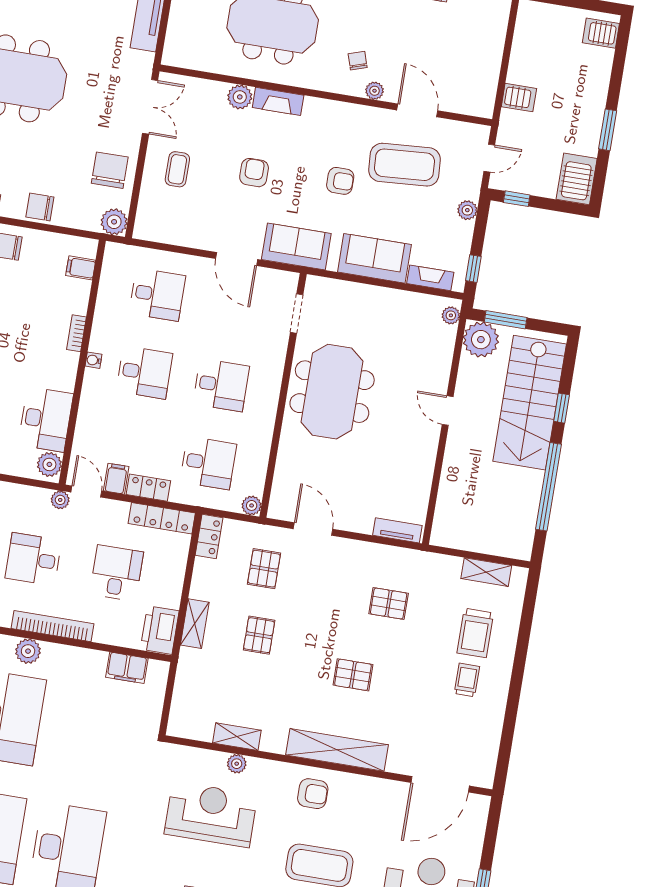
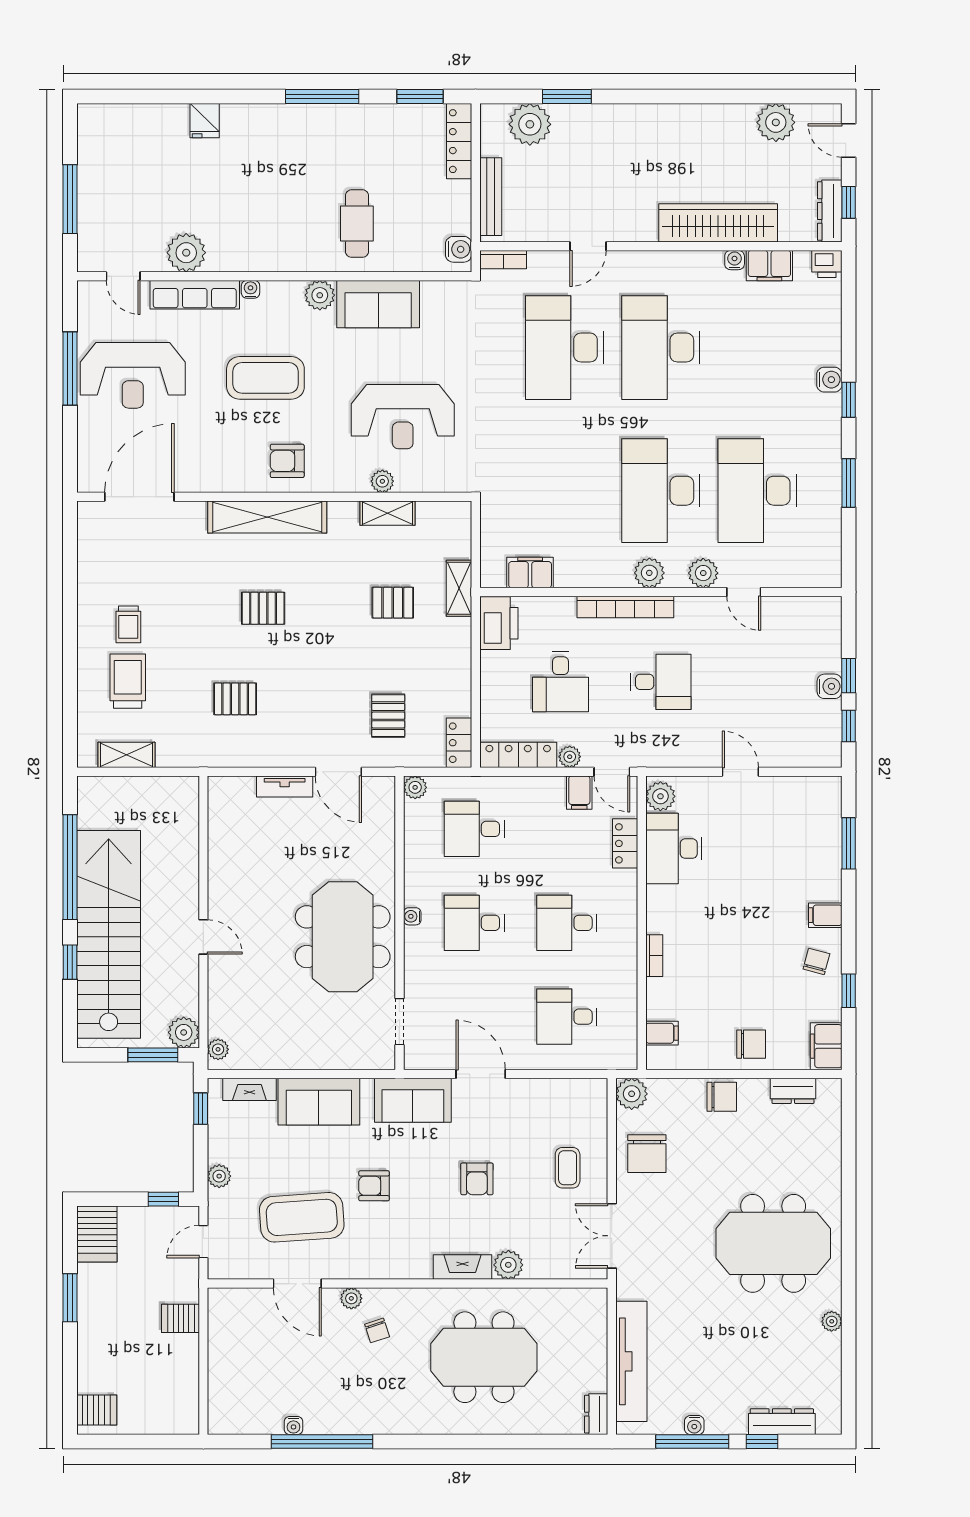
plant: (481, 340) -> (184, 1032), width x0.73, depth x0.73
water cooler: (93, 360) -> (412, 916), moved, turned 180
stairs: (530, 403) -> (109, 934), width x1.36
locker: (148, 488) -> (625, 843), moved, turned 90
plant: (60, 500) -> (570, 757), moved
tv unit: (397, 530) -> (285, 786), moved
shelving: (195, 624) -> (459, 588), moved
pallet: (259, 635) -> (393, 603), moved, turned 90

